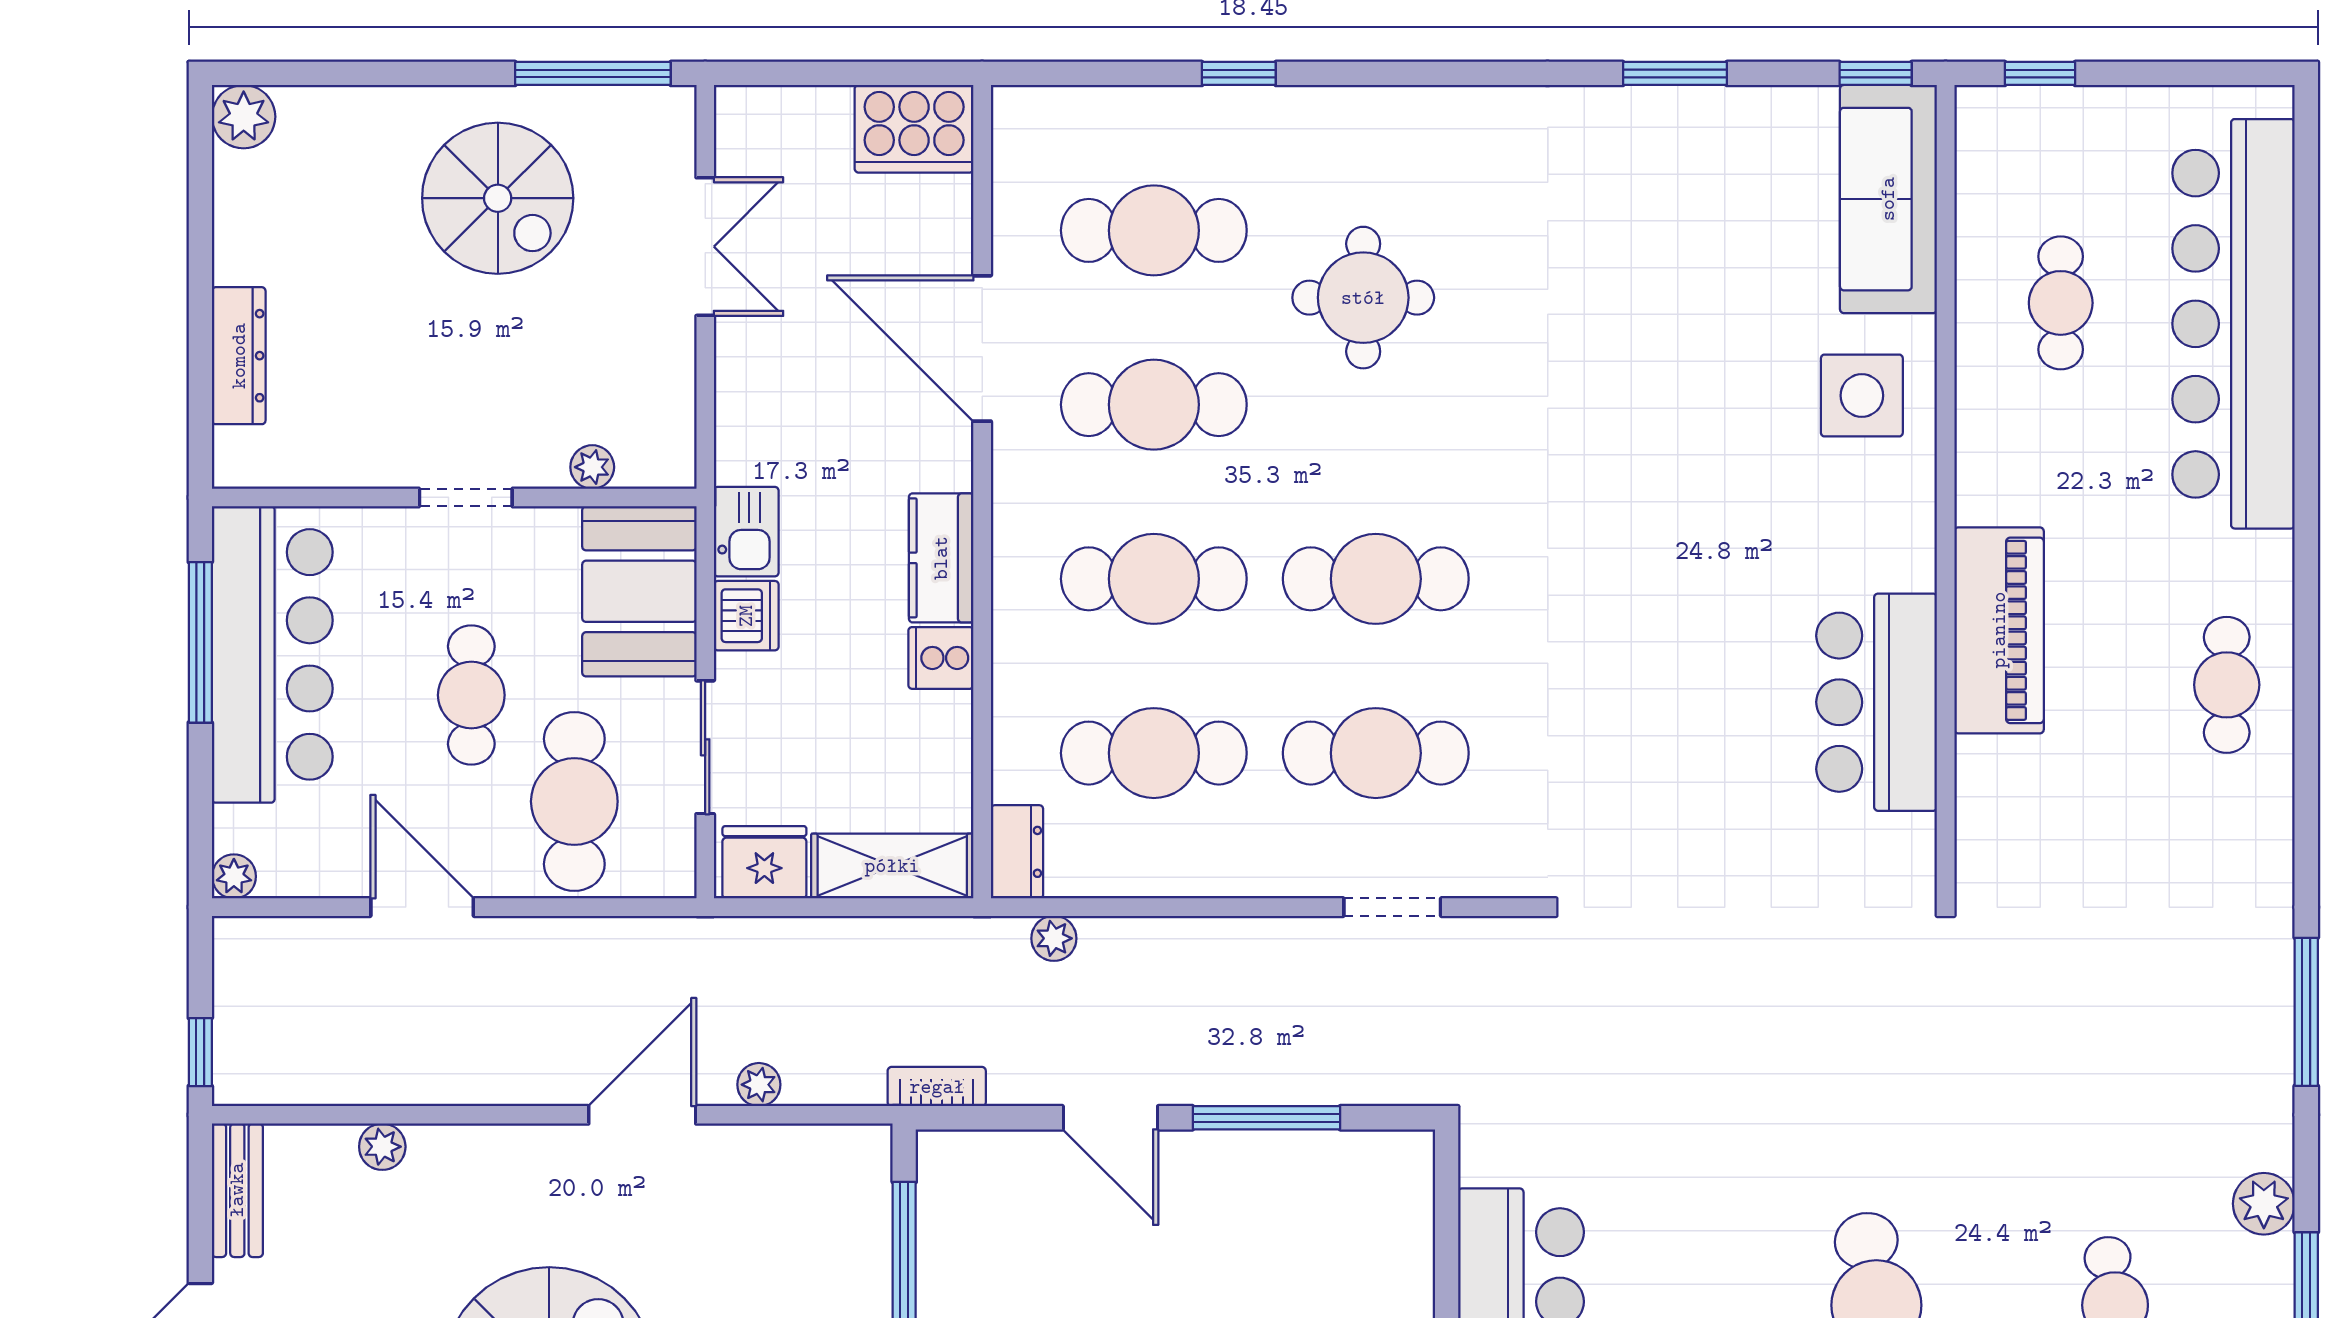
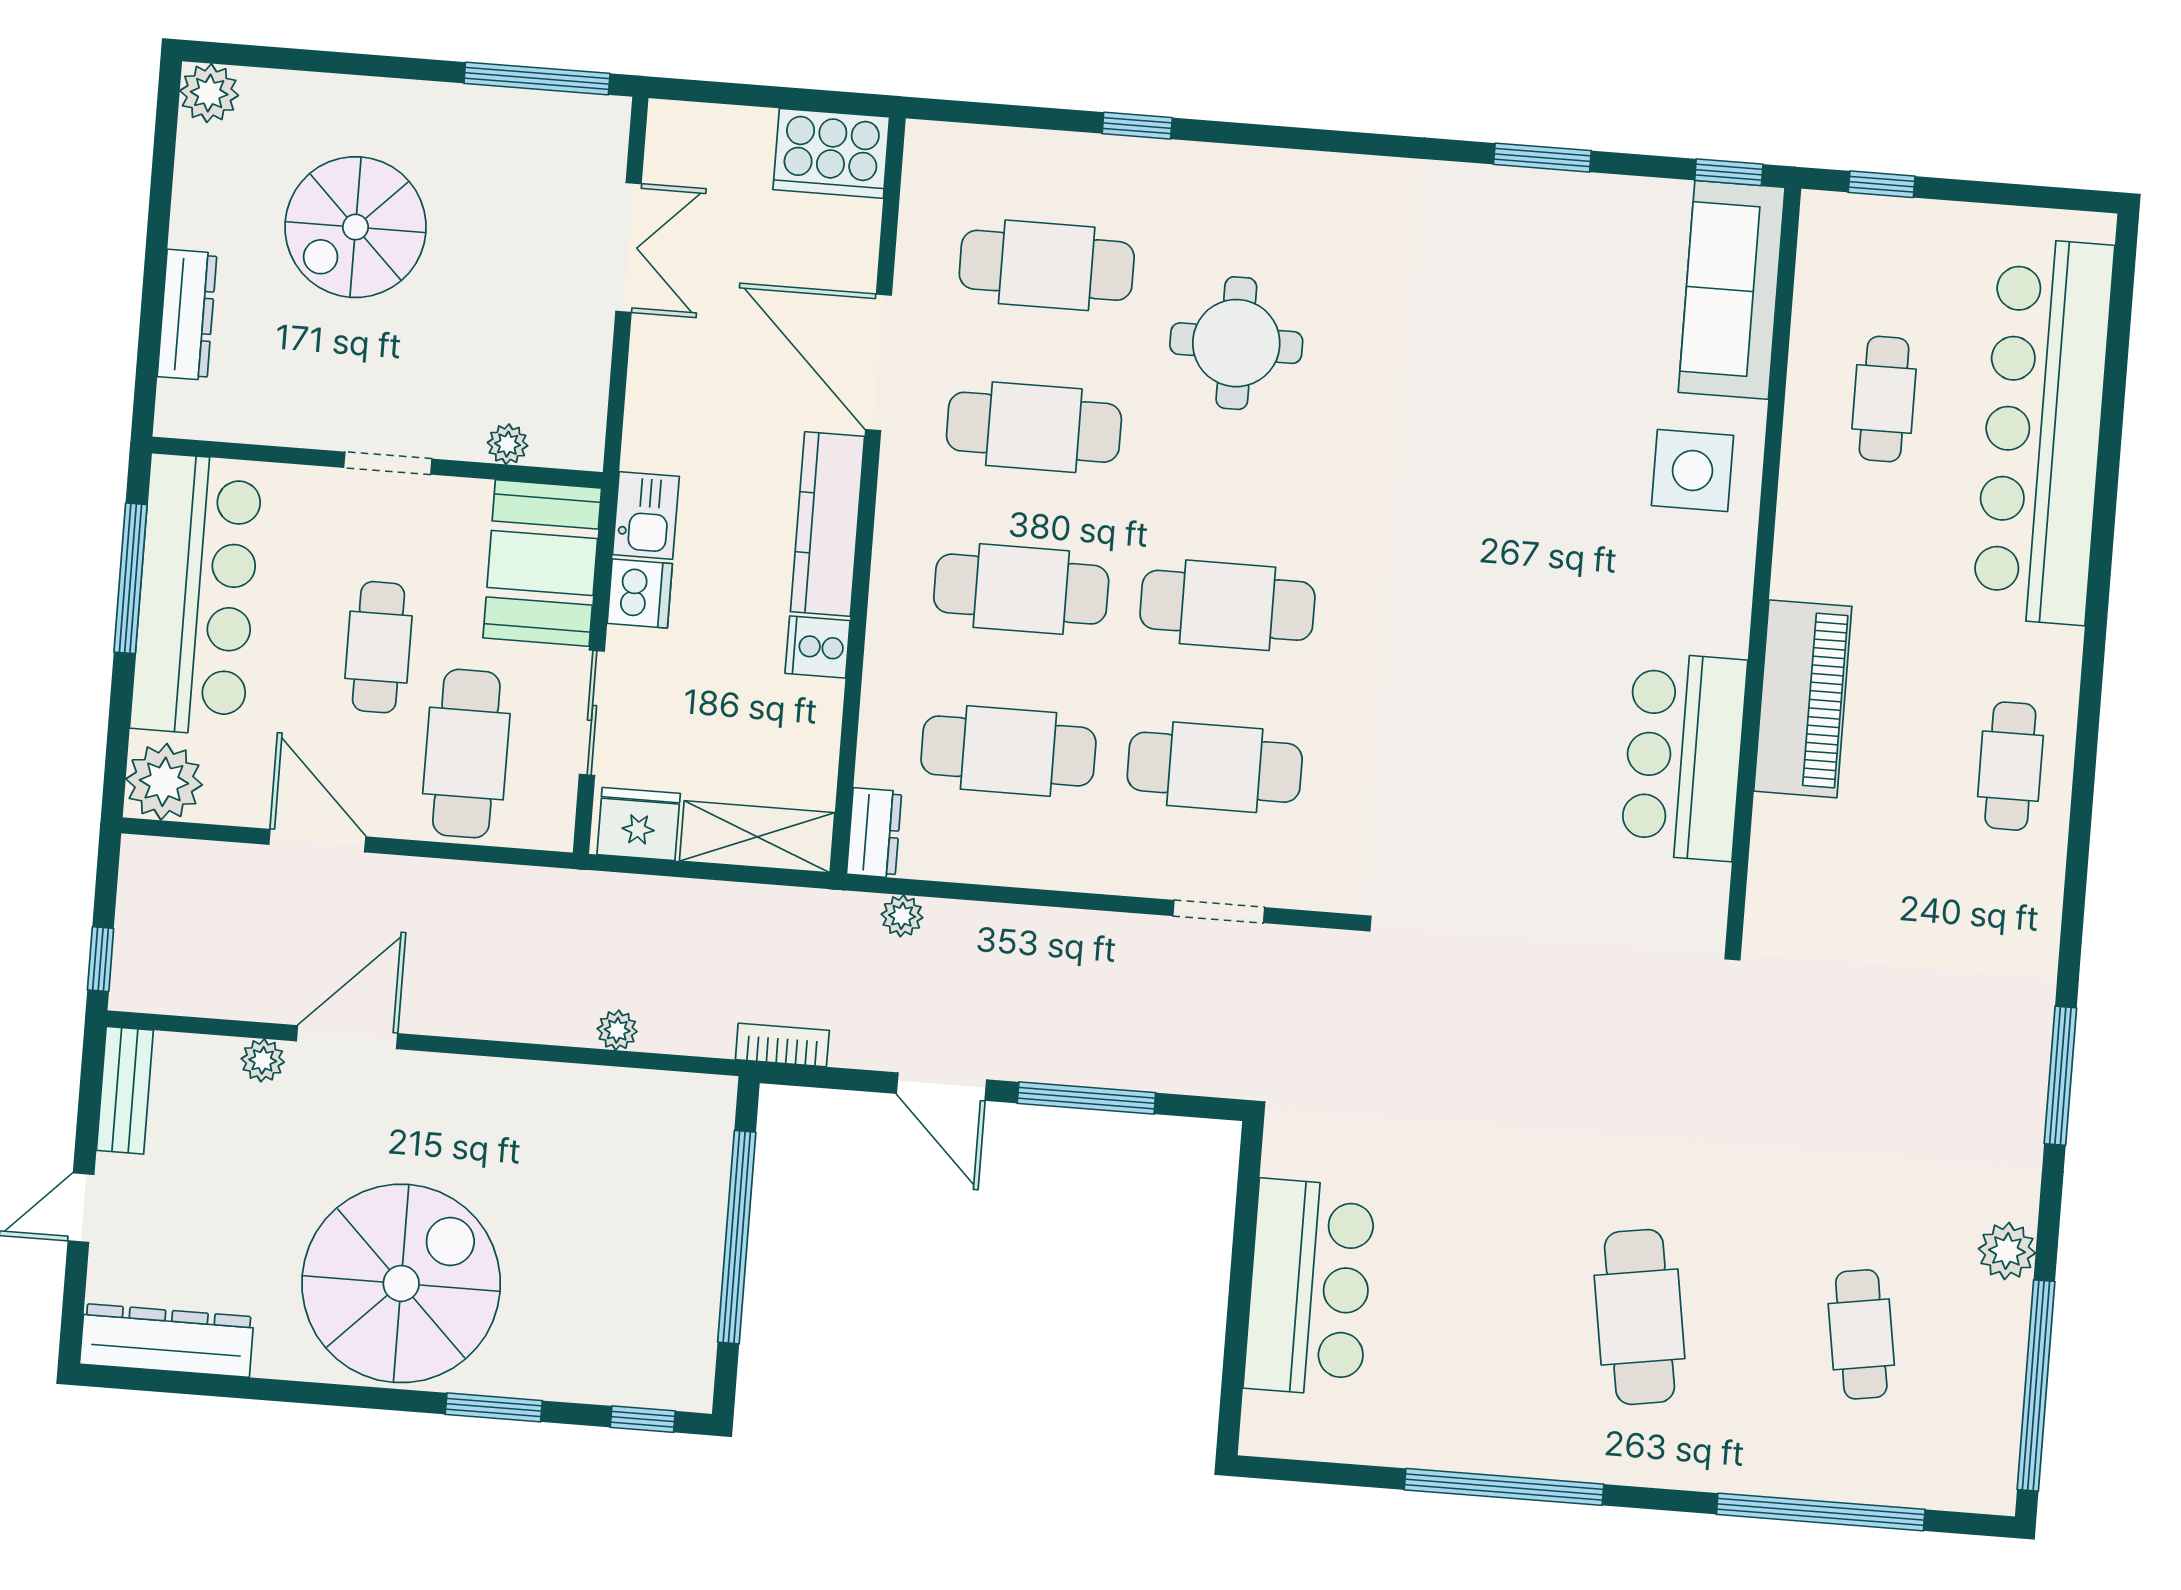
spiral stairs: (498, 198) -> (355, 227), moved, turned 90
kitchen counter: (941, 558) -> (827, 524), width x1.50
plant: (234, 876) -> (164, 782), width x1.87, depth x1.87
door: (642, 1115) -> (347, 1037), moved

